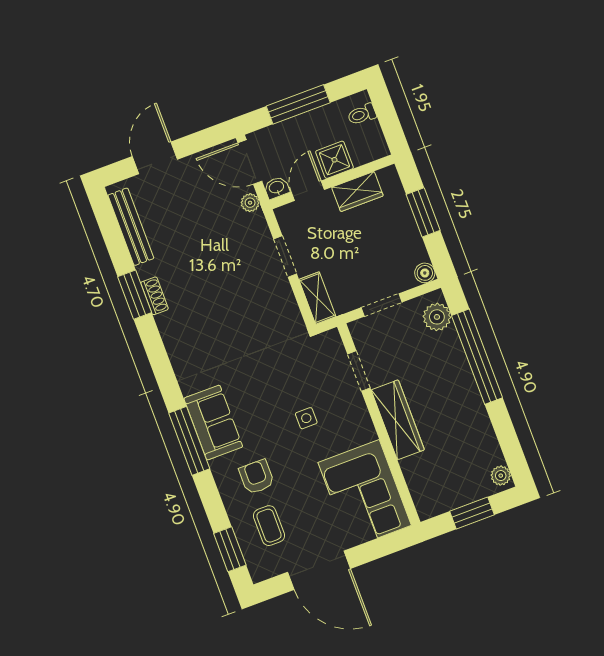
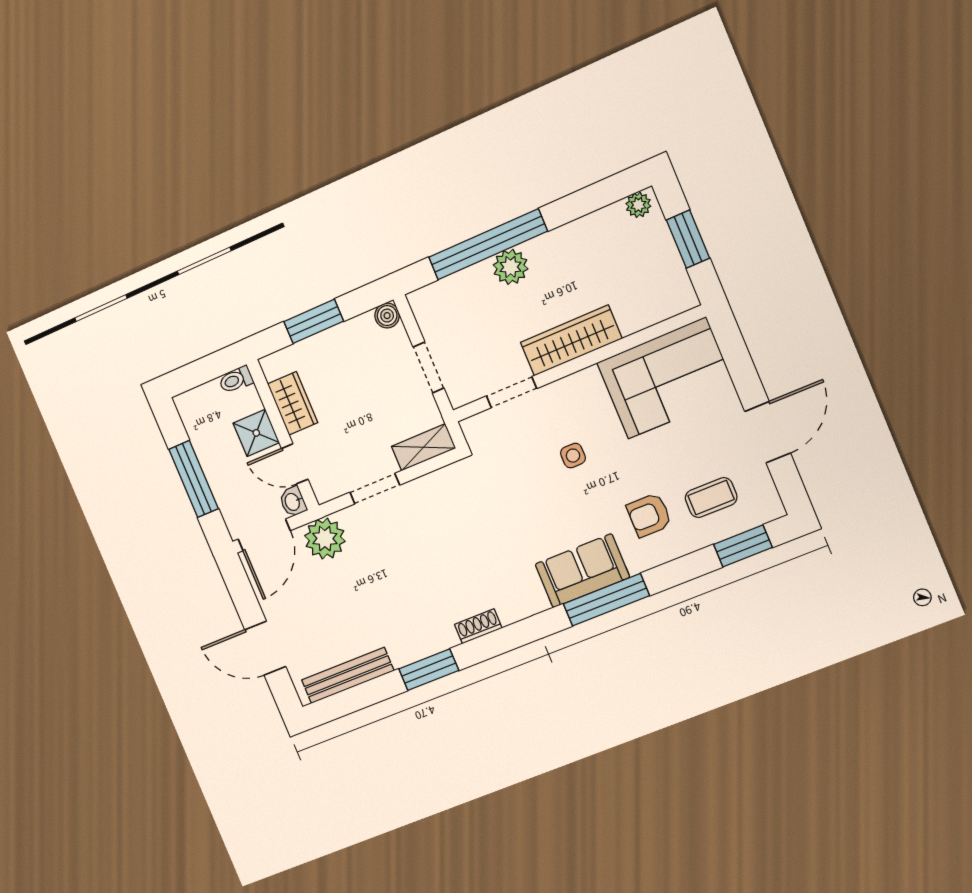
toilet: (362, 114) -> (236, 380), moved, turned 90
plant: (250, 203) -> (325, 539), width x1.87, depth x1.87
shoe rack: (154, 296) -> (478, 626), moved
plant: (437, 317) -> (510, 267), moved
door: (319, 570) -> (768, 432), width x0.73

